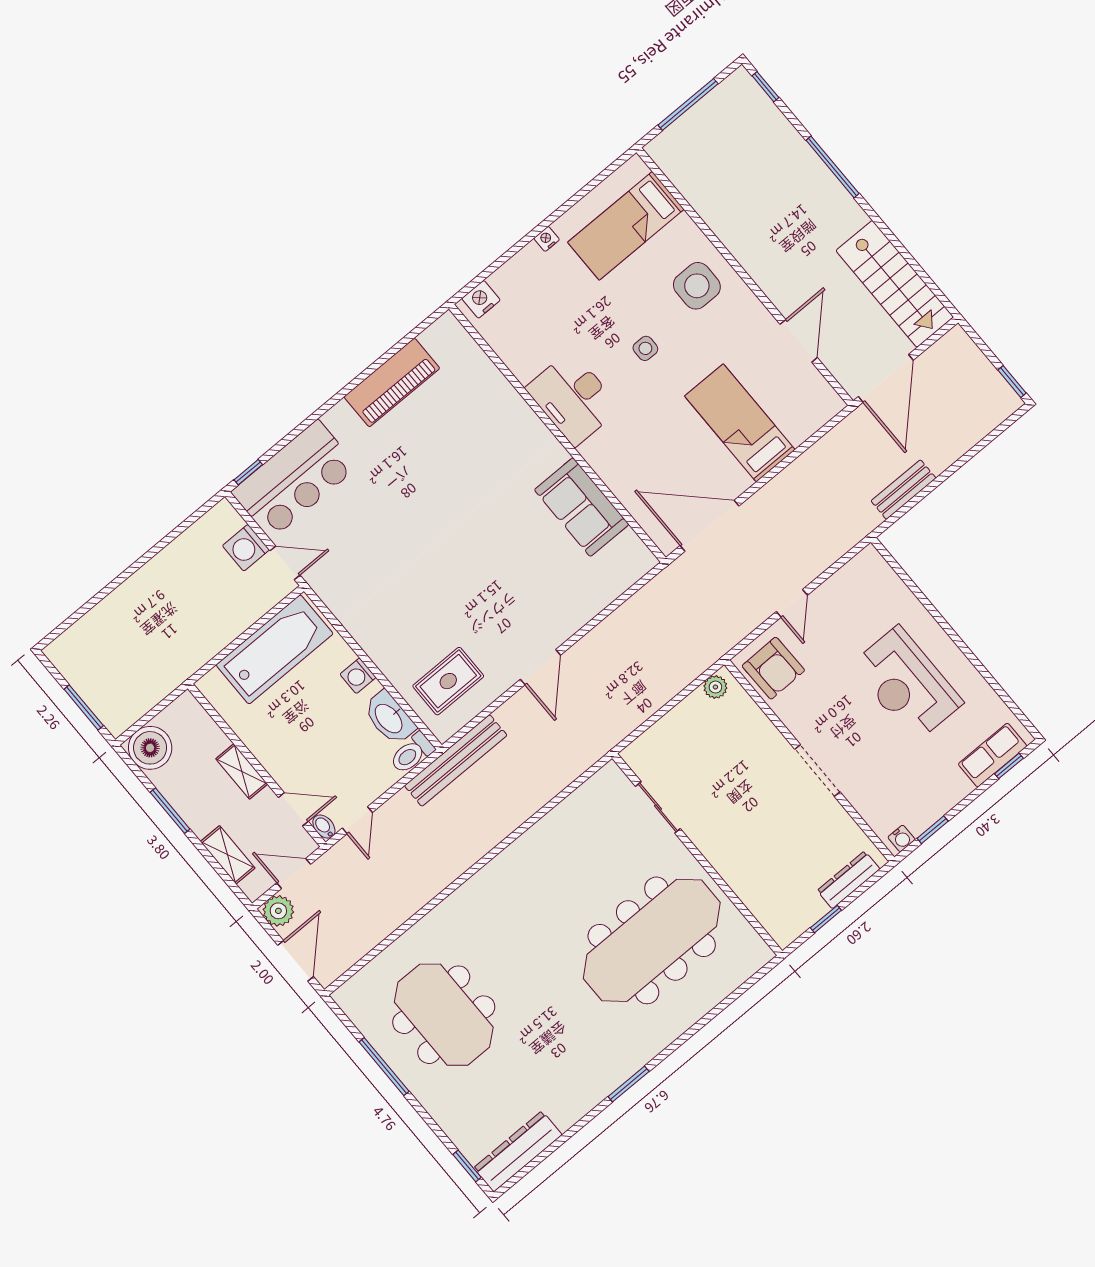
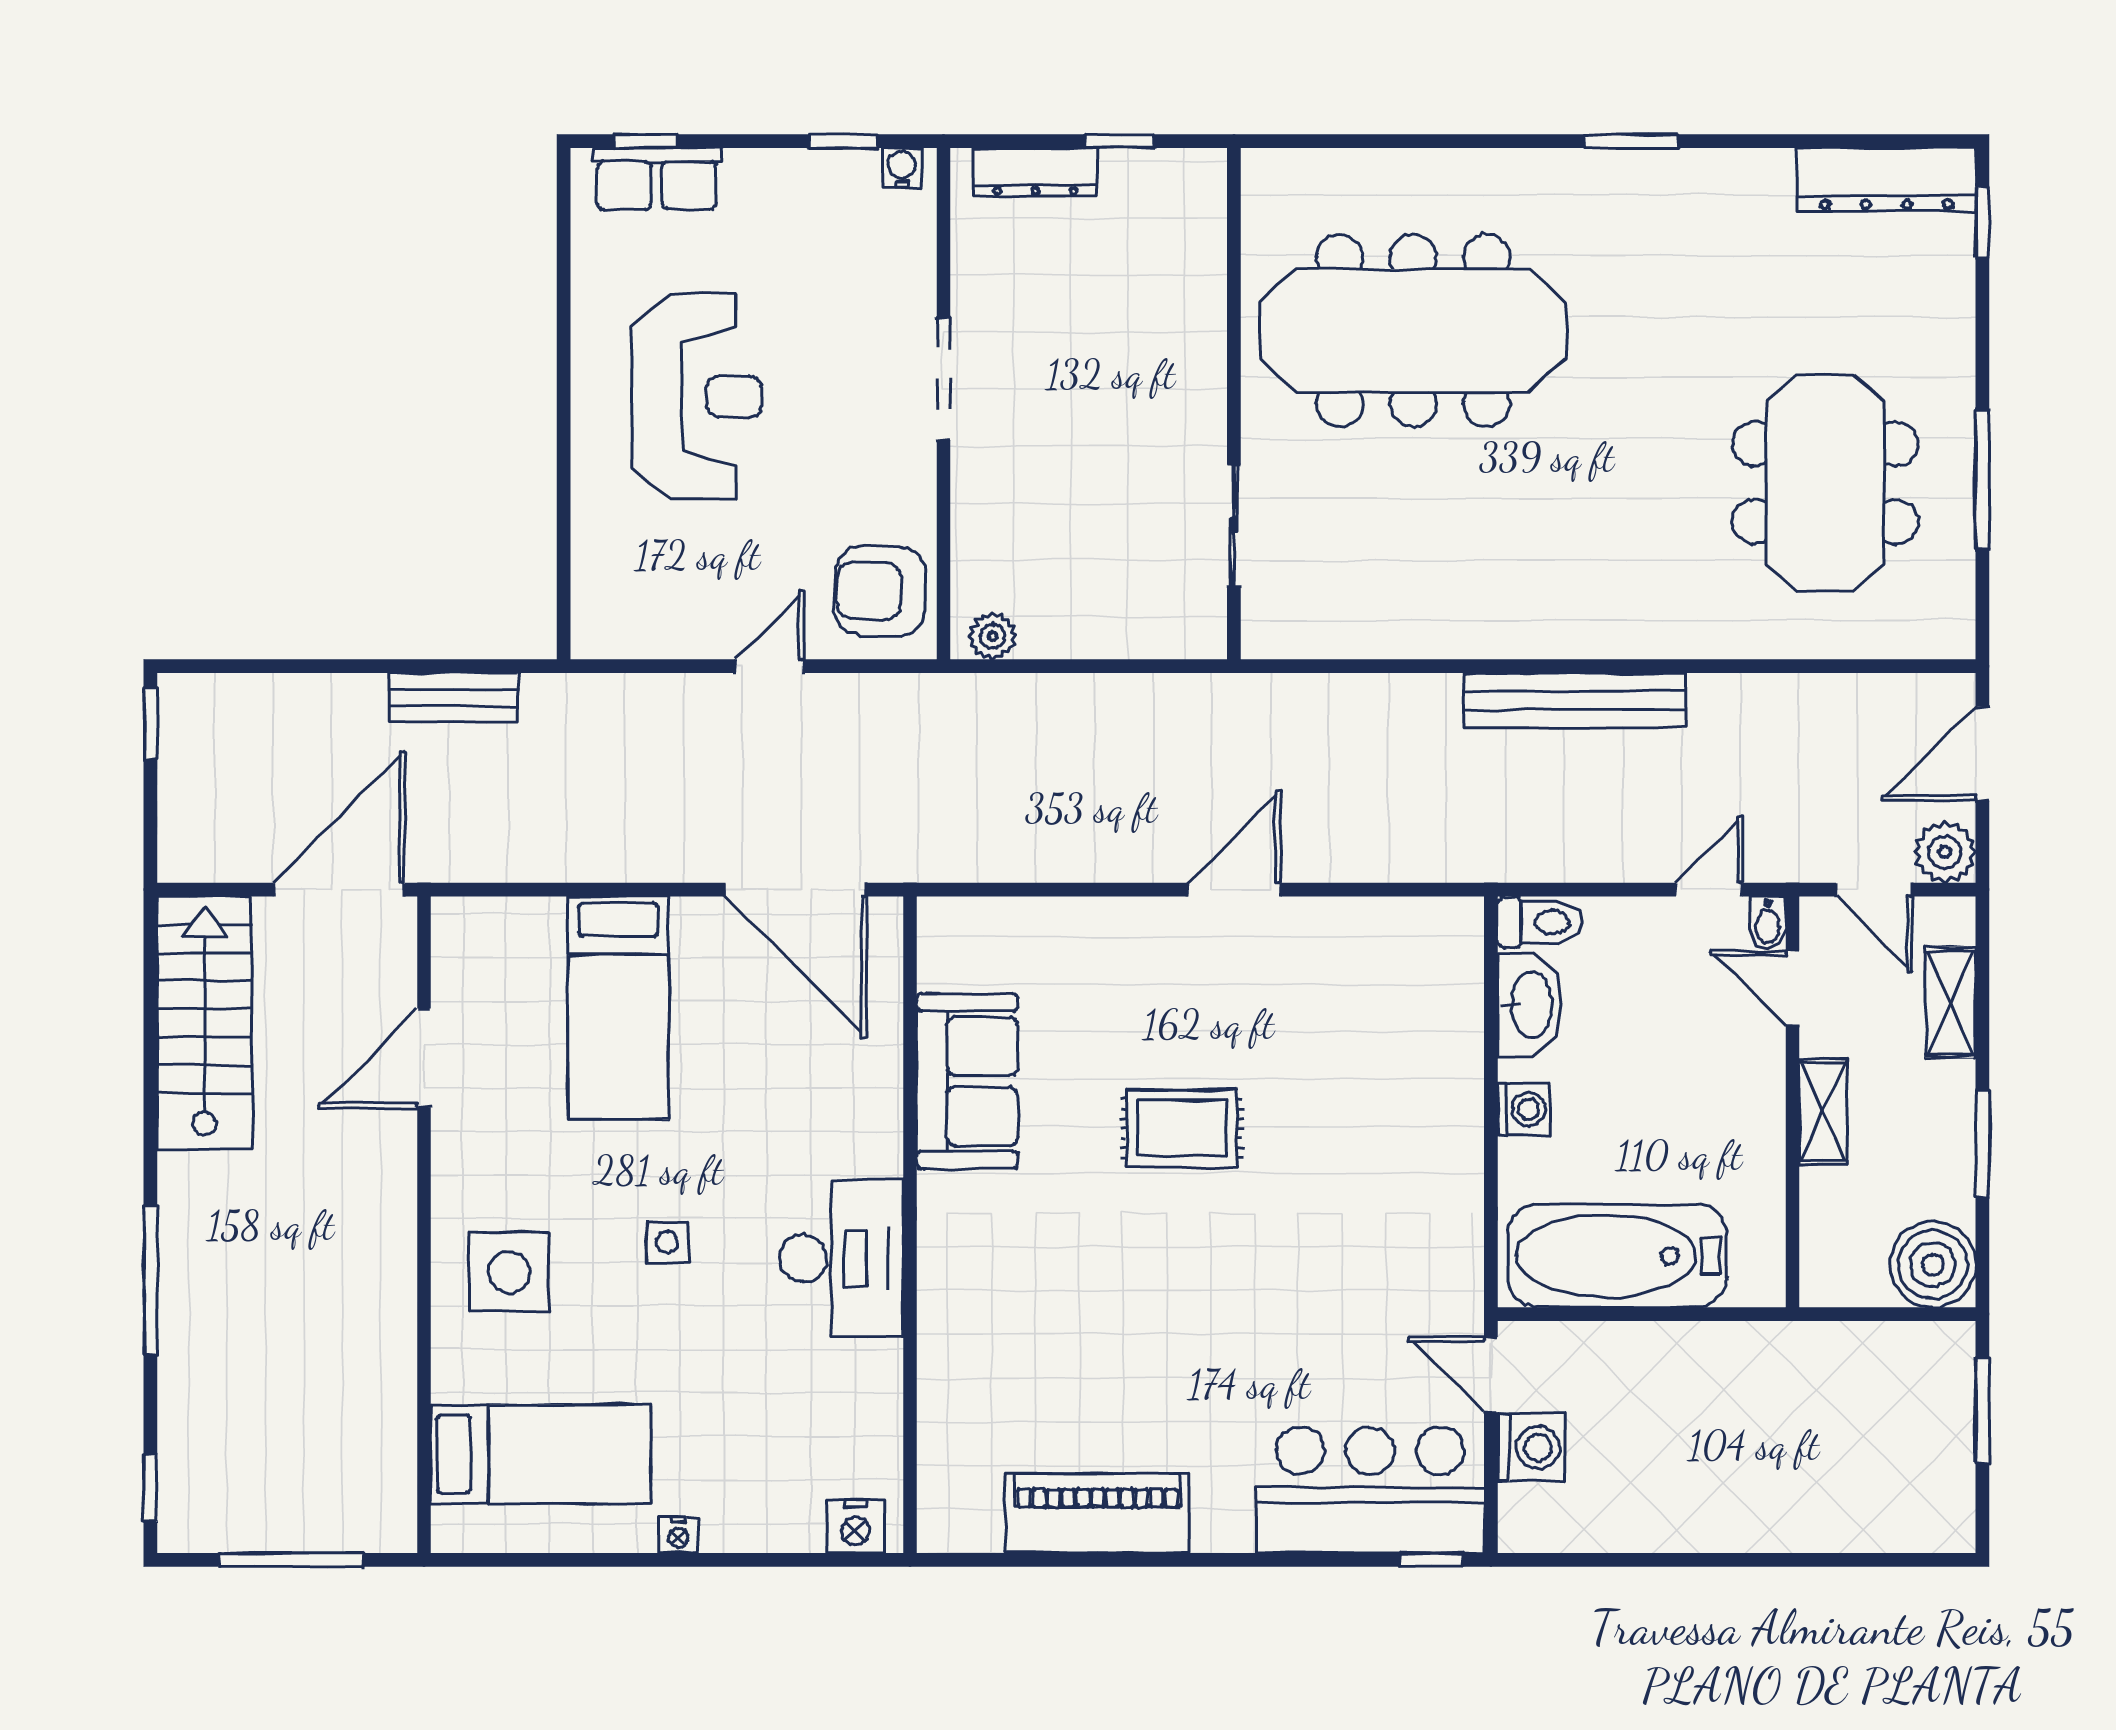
armchair: (773, 668) -> (880, 591), turned -87
rug: (448, 681) -> (1182, 1128), moved
bench: (456, 760) -> (1575, 700), moved

